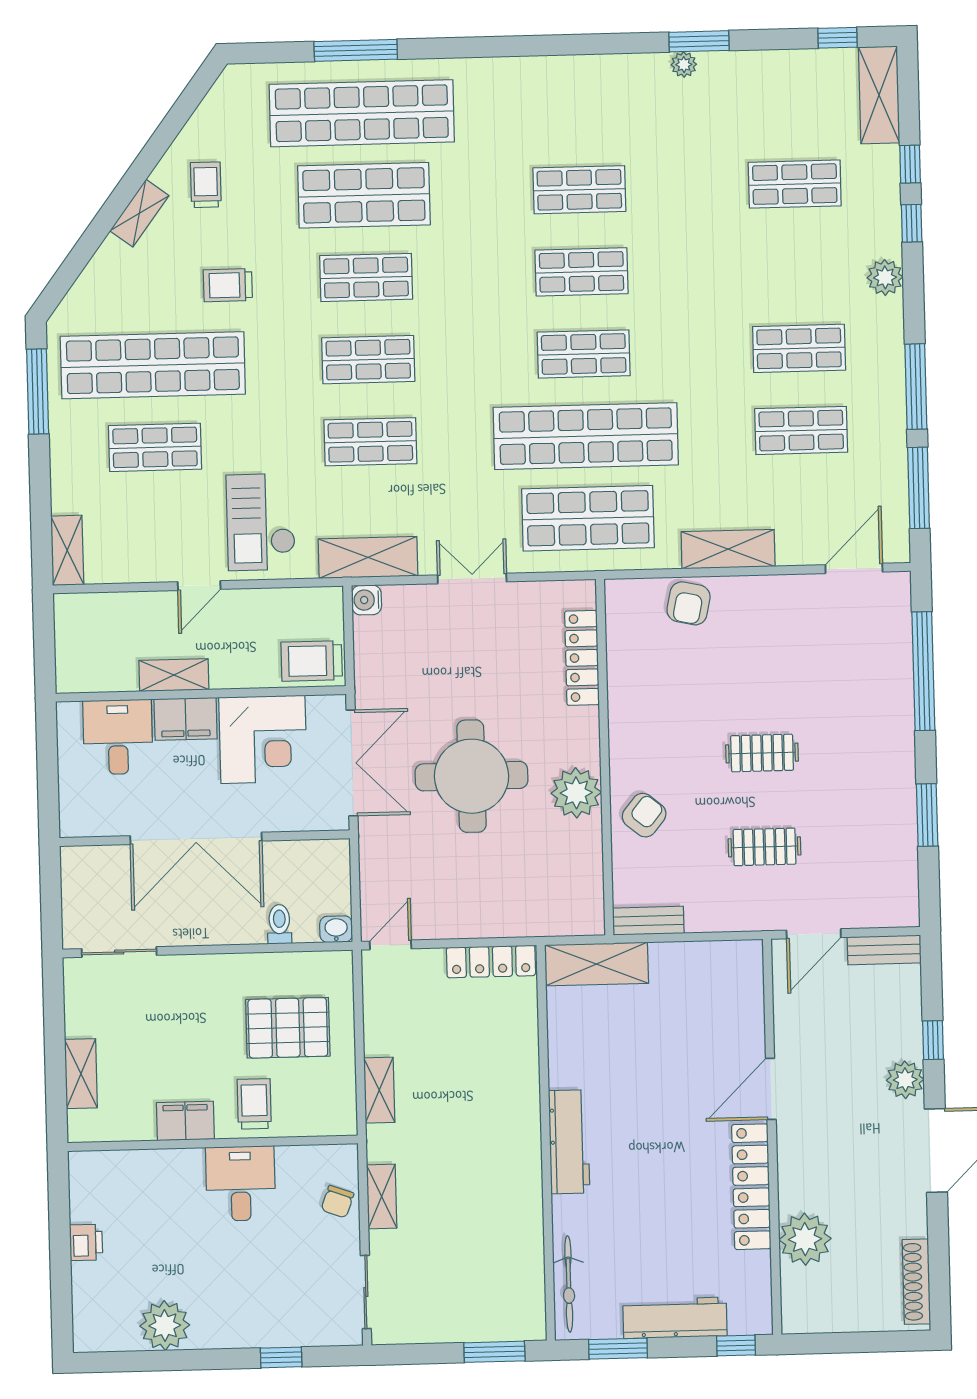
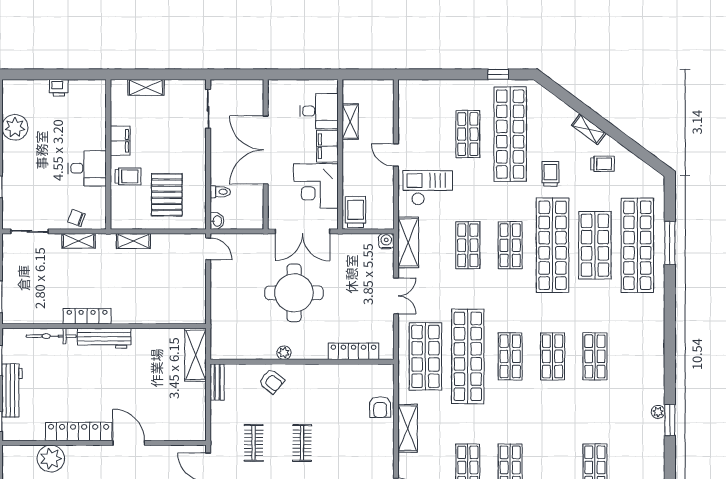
shop shelf: (366, 277) -> (553, 245), width x2.00, depth x1.36
window: (38, 391) -> (498, 74), width x0.46
shelving: (67, 550) -> (416, 87), removed
armchair: (689, 603) -> (380, 407), turned -102
shelving: (174, 675) -> (350, 122), moved
plant: (576, 793) -> (284, 353), width x0.53, depth x0.53
locker: (491, 961) -> (87, 316), moved, turned 90
bicycle: (569, 1284) -> (51, 336), moved

